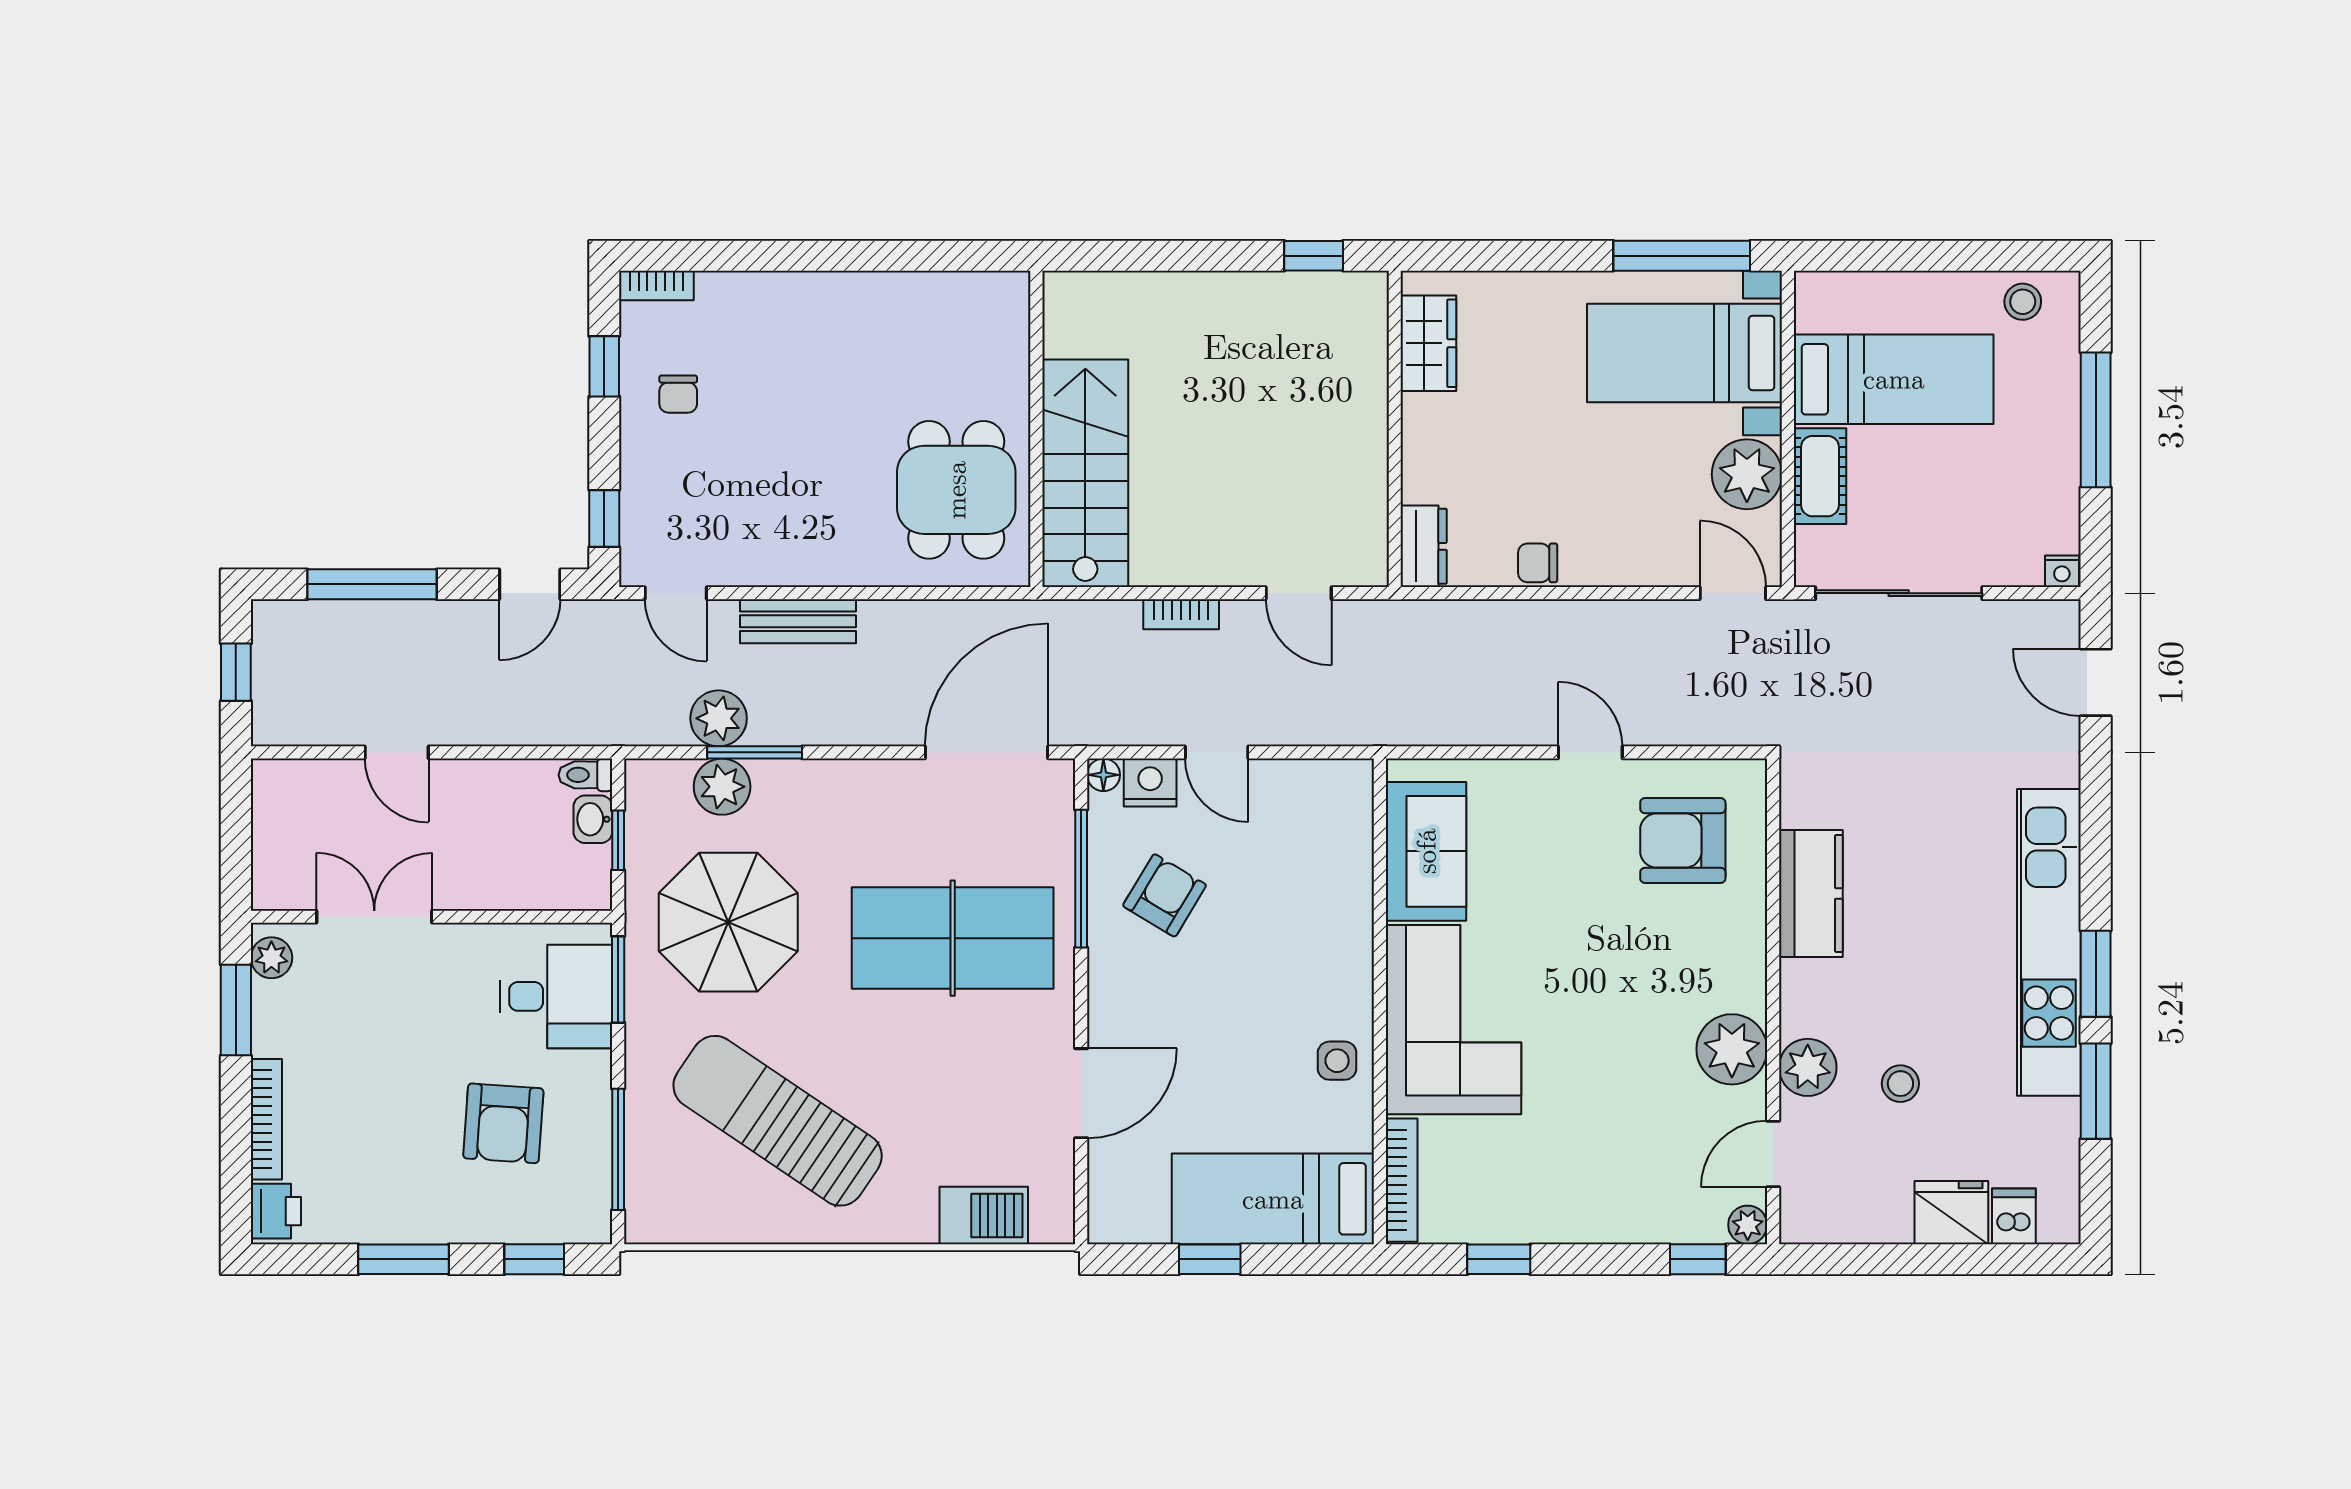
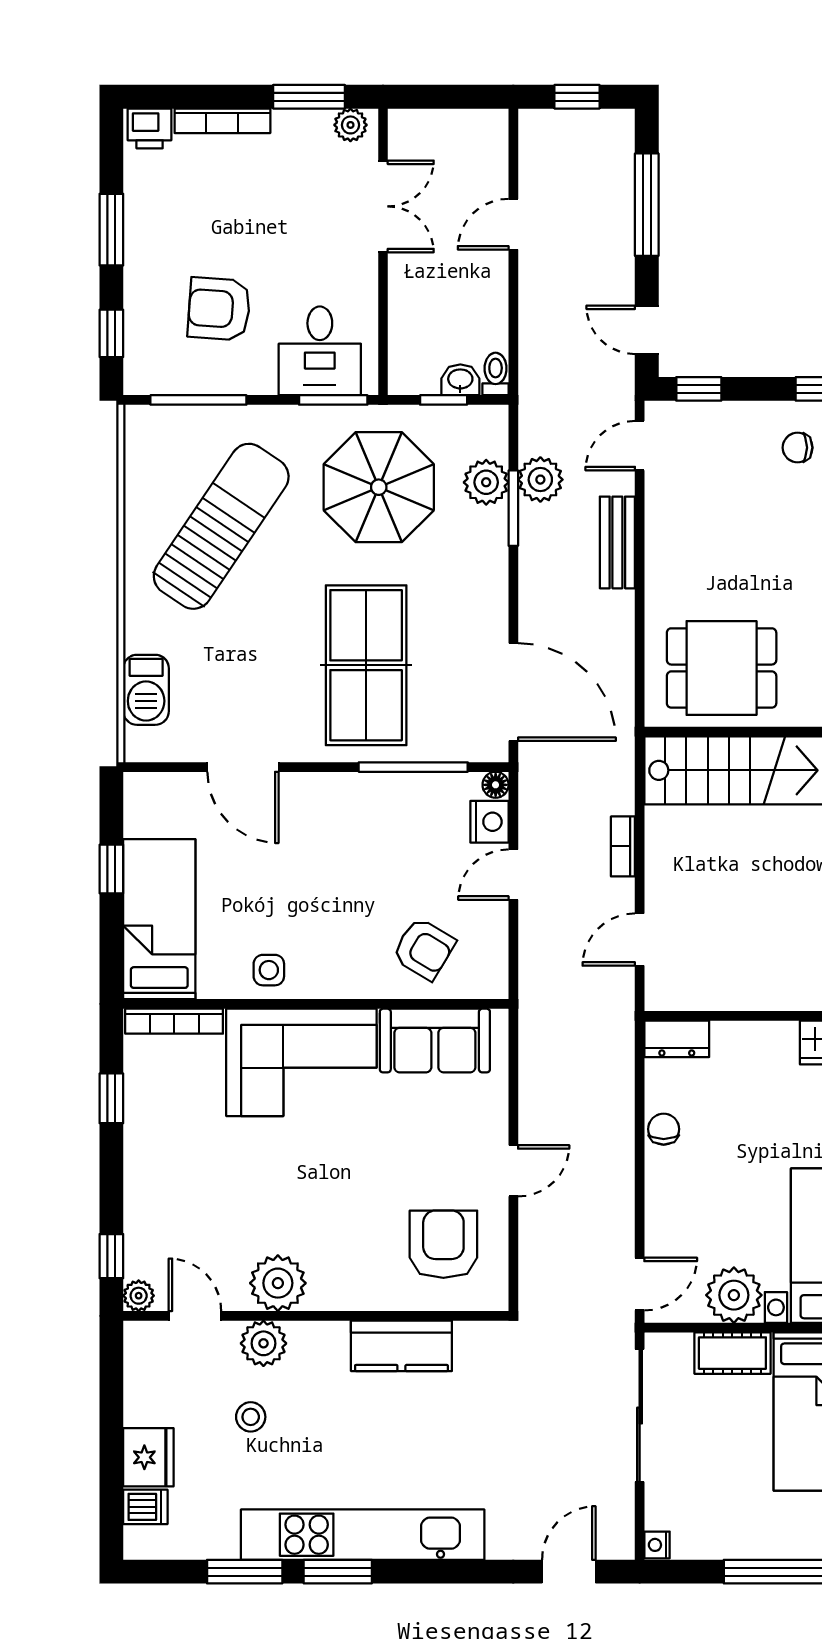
armchair: (1165, 895) -> (424, 949), moved

